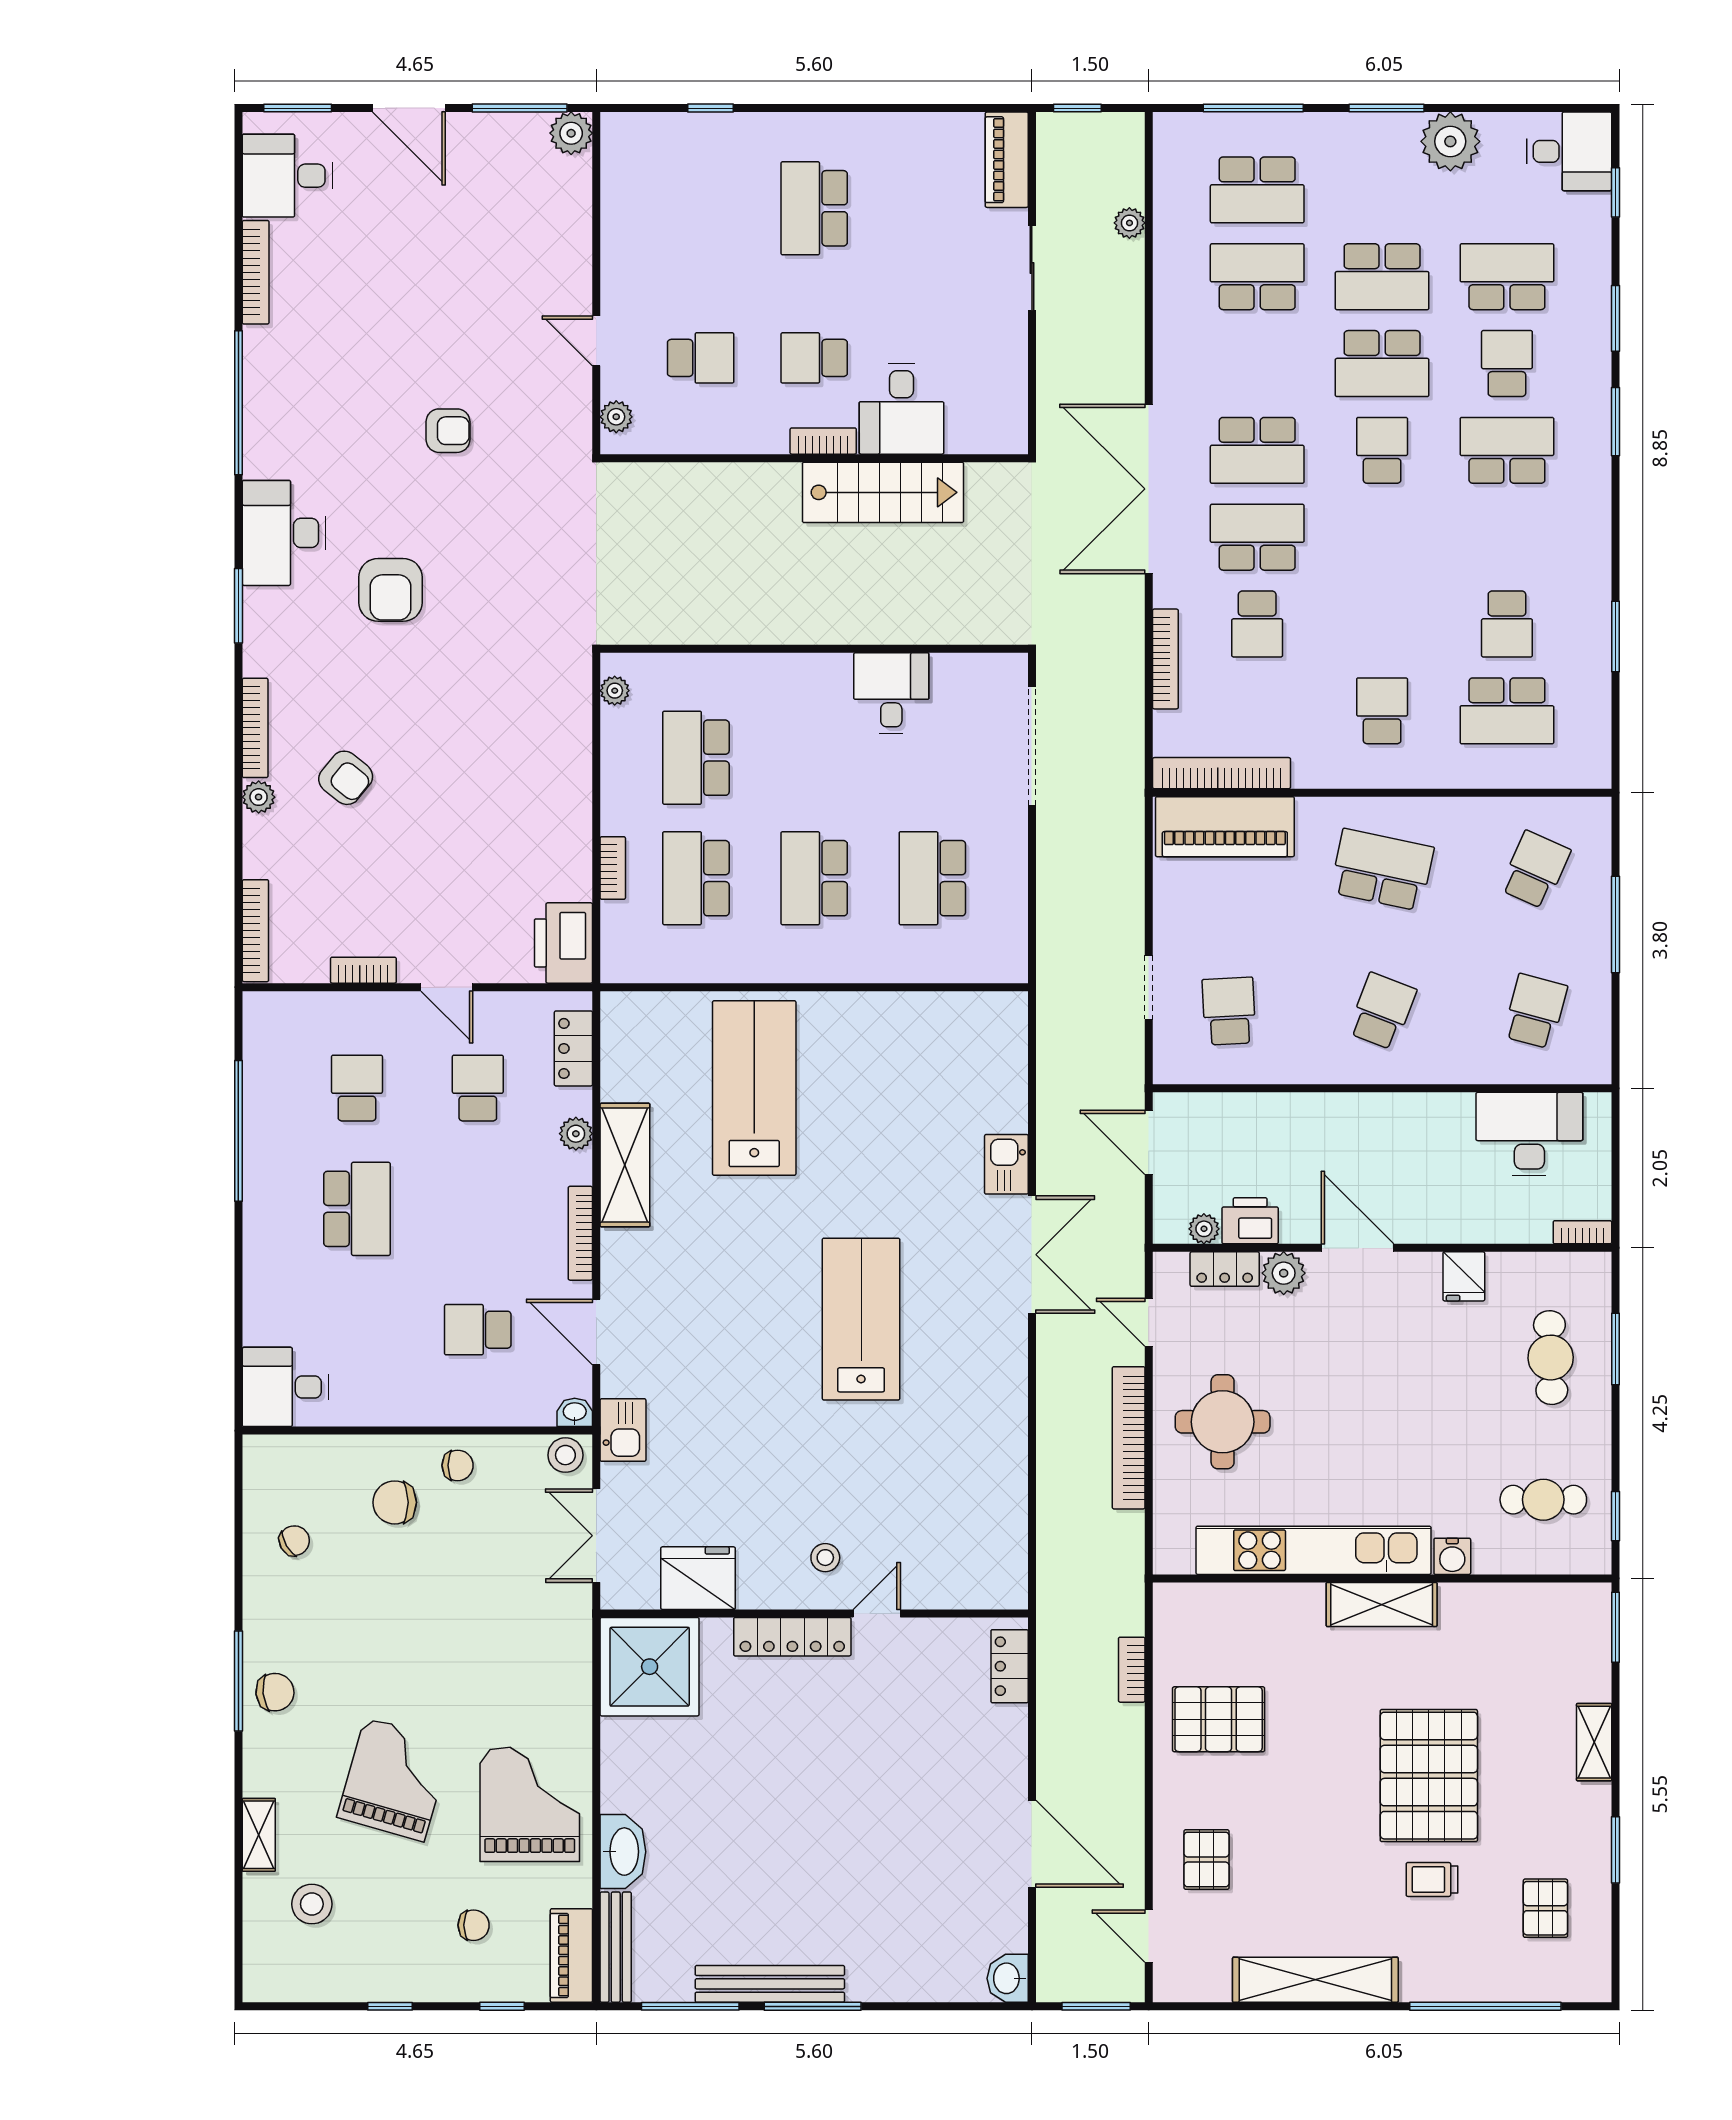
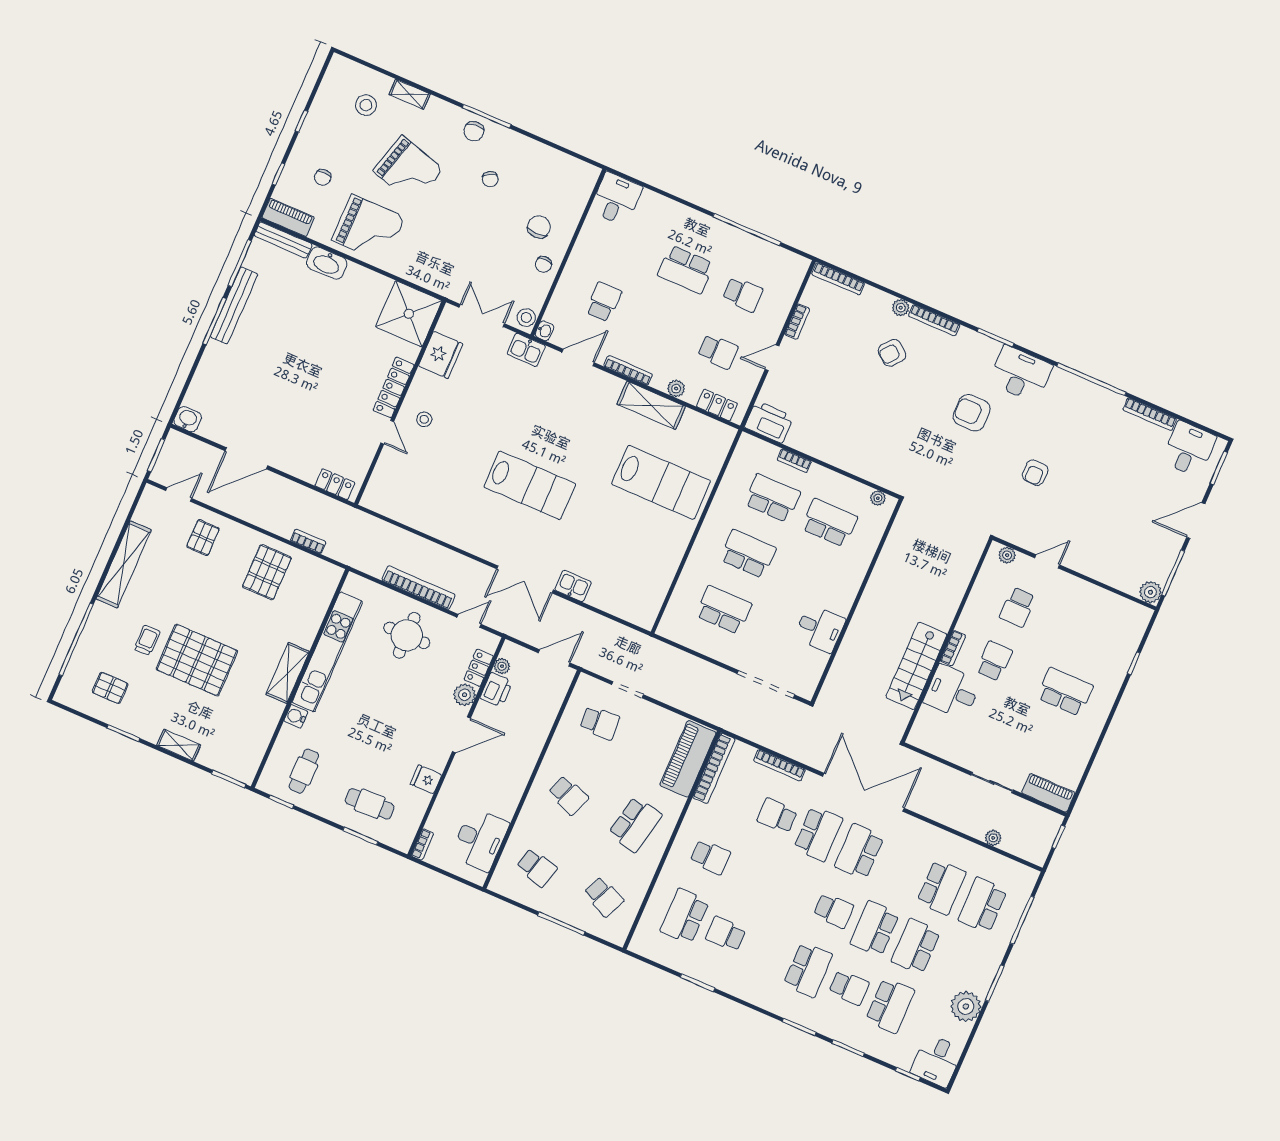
chair: (294, 1541) -> (490, 179), moved
pallet: (1206, 1859) -> (203, 538), turned 90

